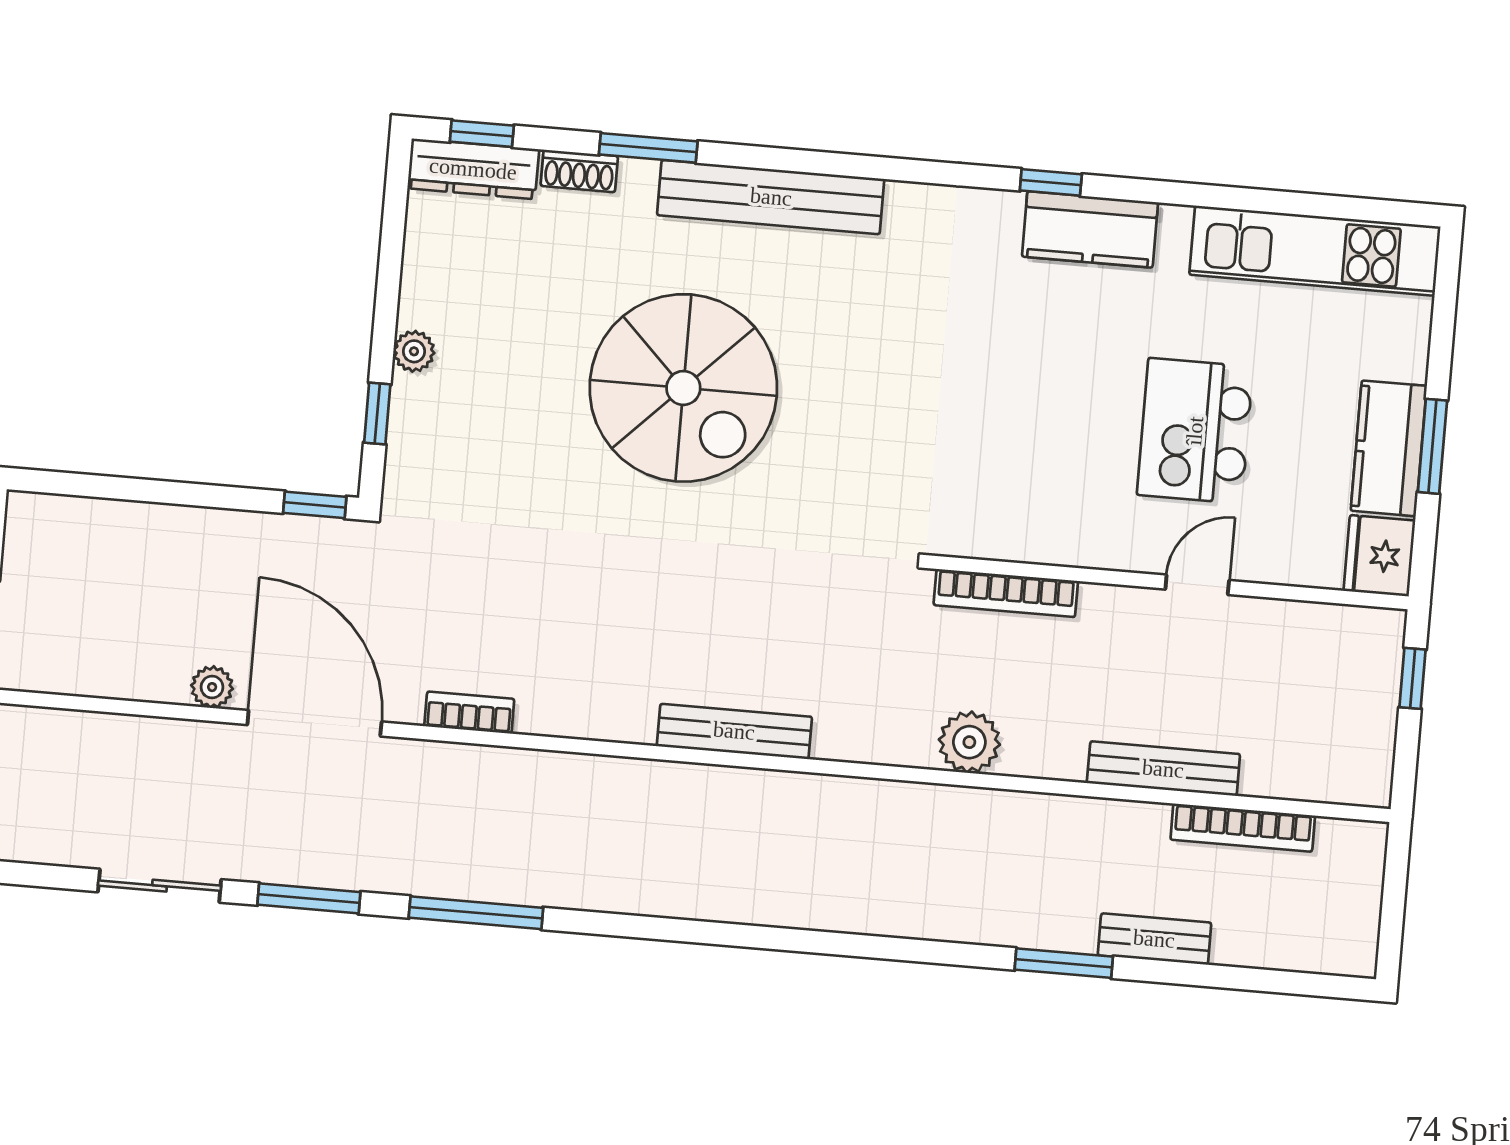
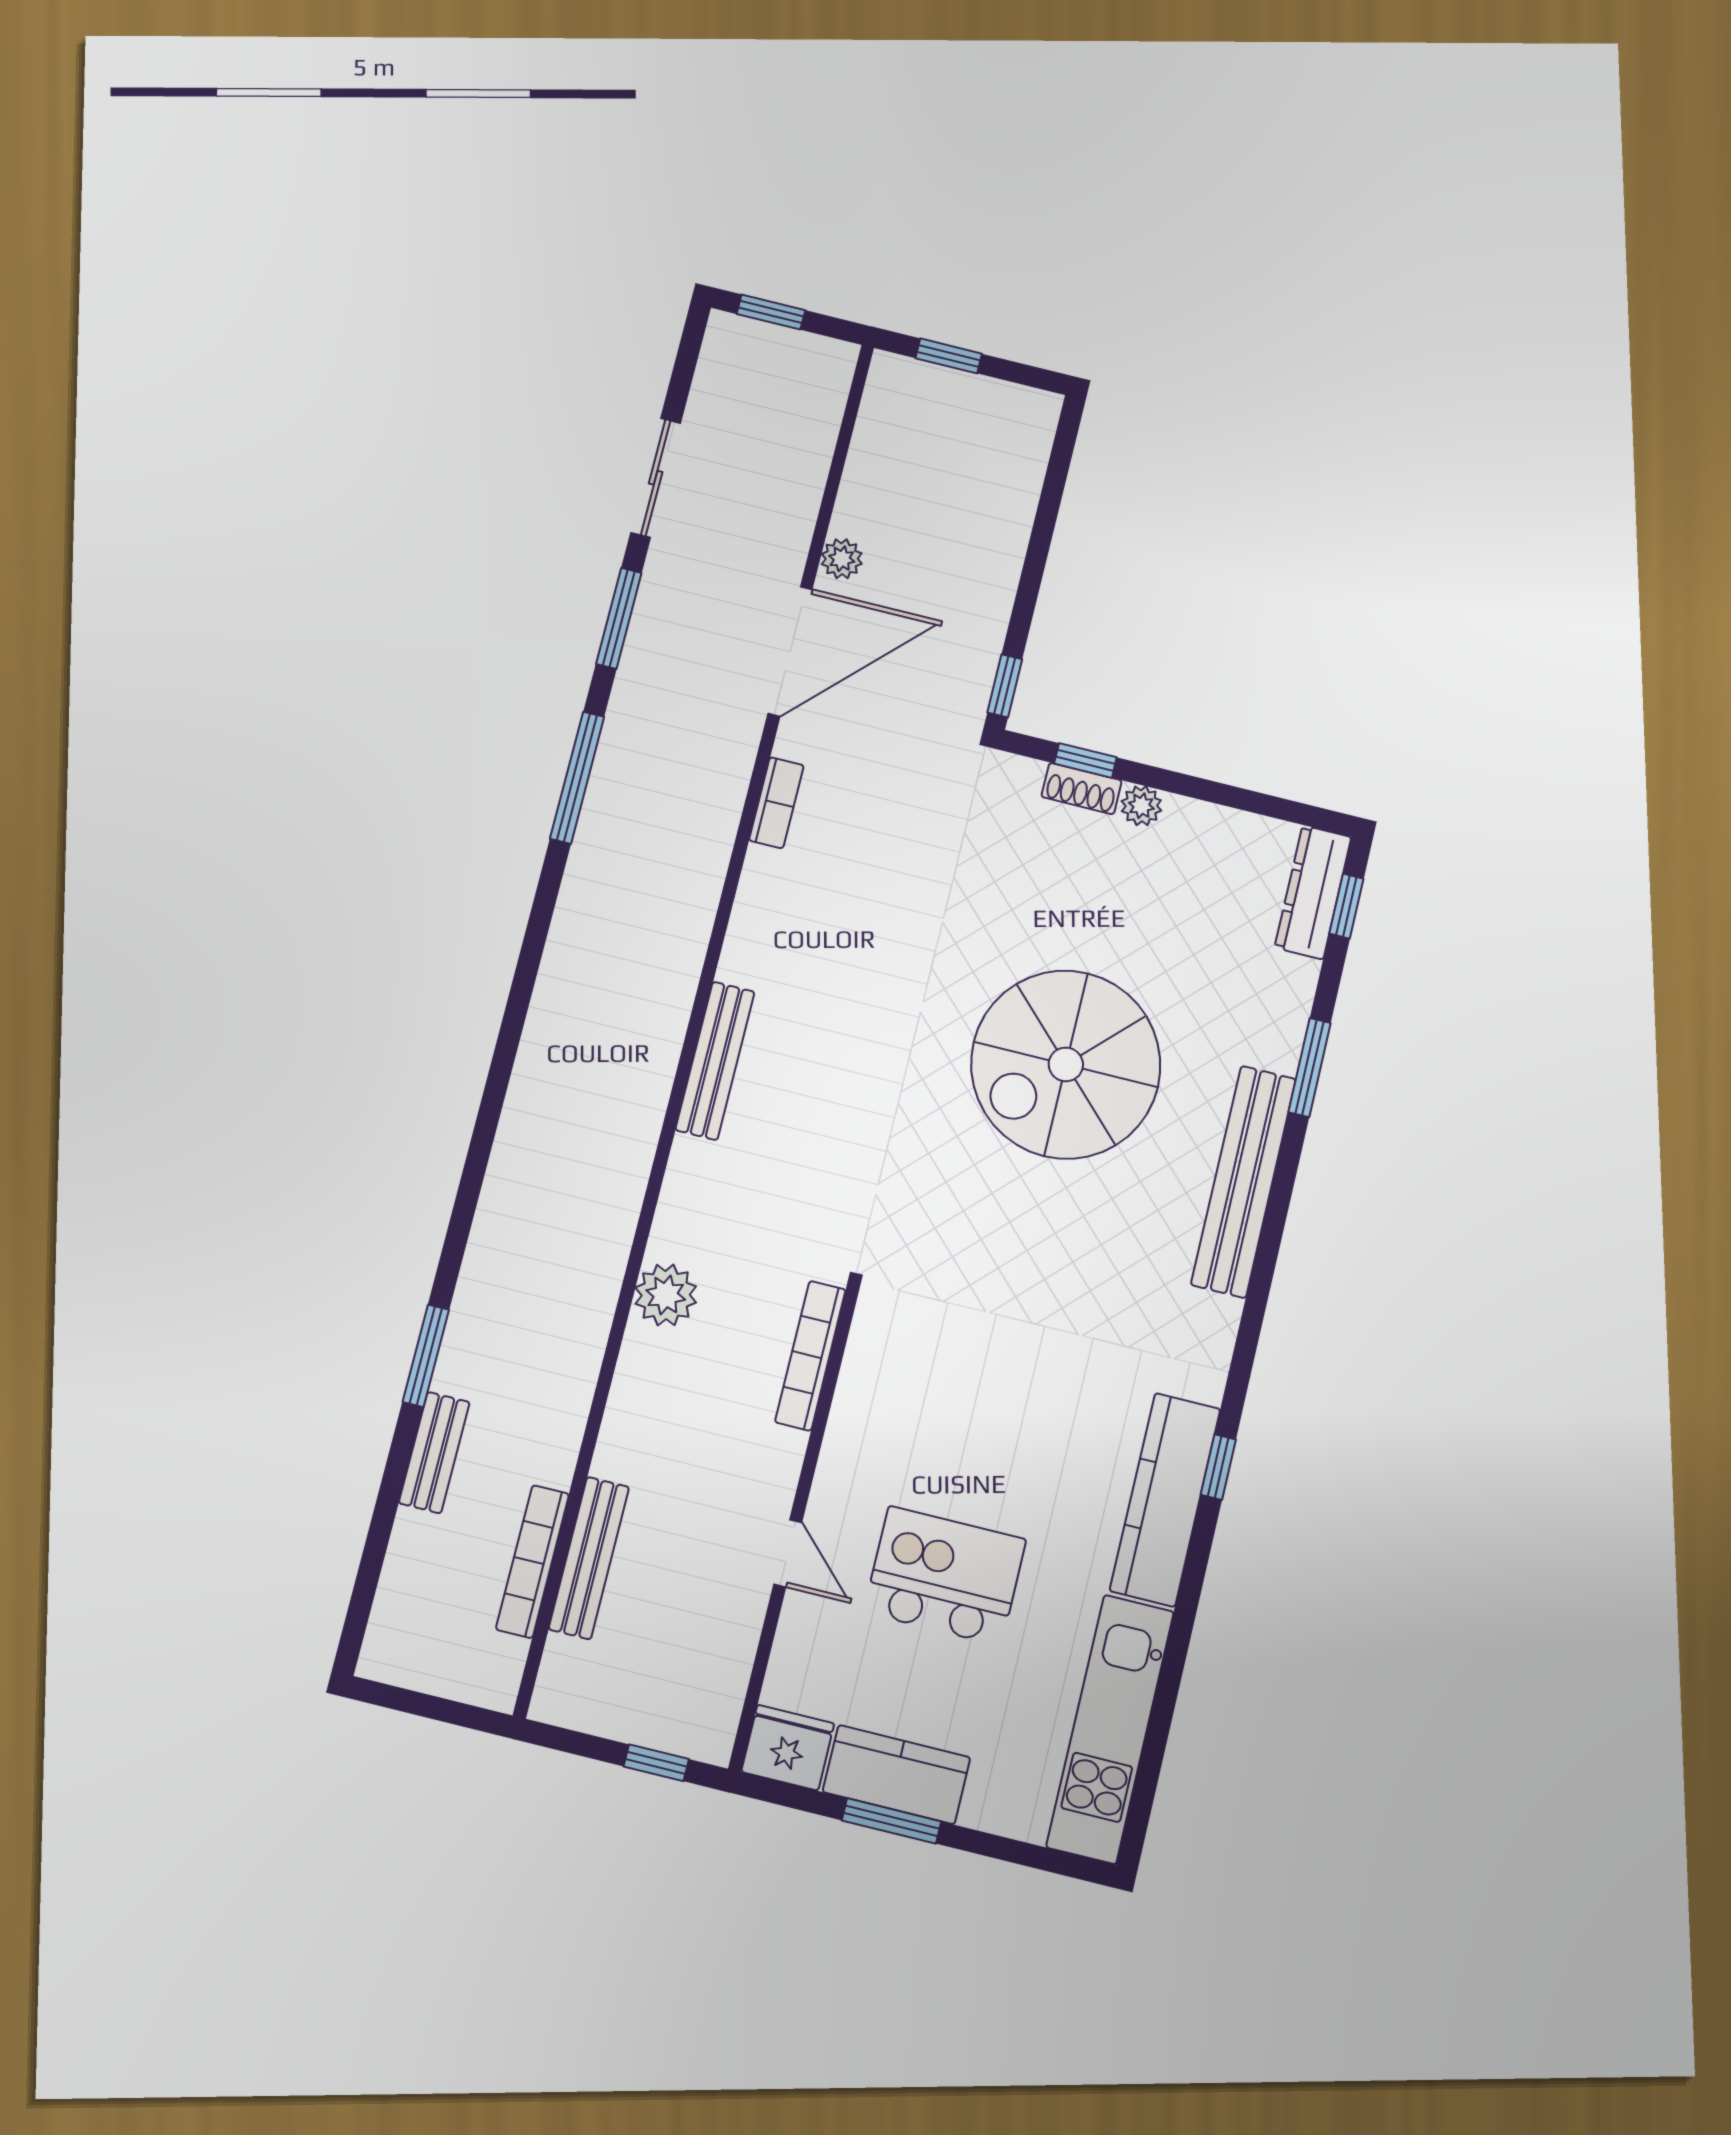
shoe rack: (579, 171) -> (1082, 789), moved, turned -90
kitchen counter: (1090, 229) -> (1165, 1500), width x1.50
bench: (1163, 769) -> (589, 1558), moved

